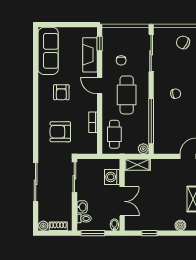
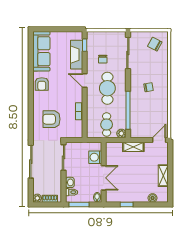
armchair: (61, 92) -> (42, 84), moved
cafe table: (114, 134) -> (107, 125), moved
shelving: (137, 165) -> (133, 147), moved

